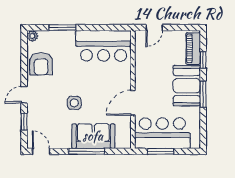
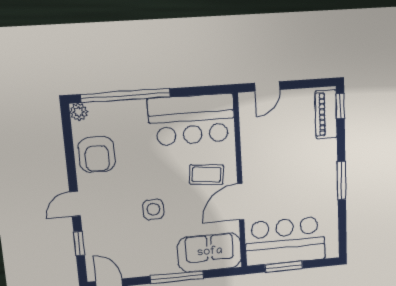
window: (62, 28) -> (126, 96), width x2.11
window: (203, 60) -> (340, 106), moved
coffee table: (111, 82) -> (207, 175), added
booth: (187, 86) -> (318, 170), removed
sofa: (93, 136) -> (210, 252), moved

